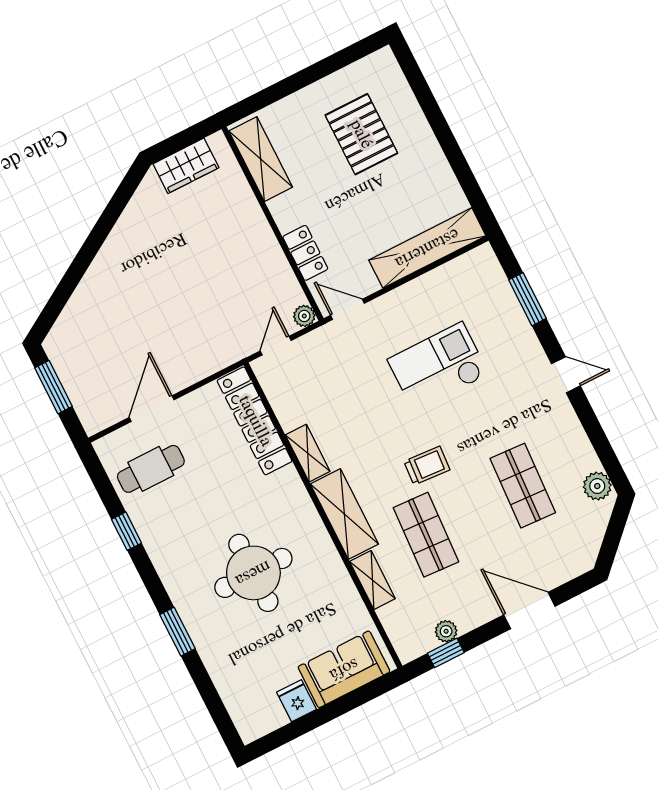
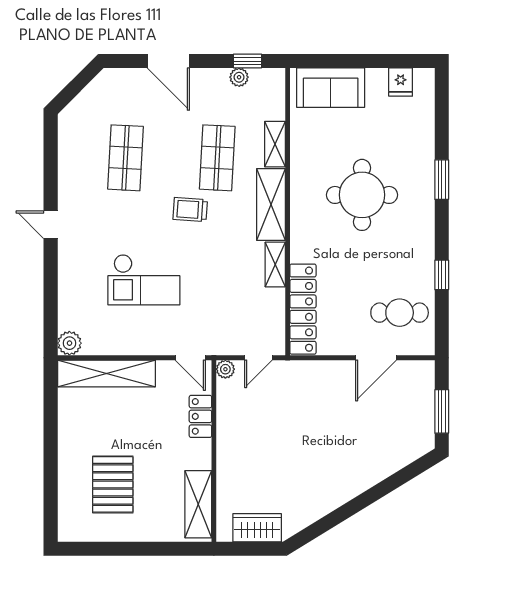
window: (527, 299) -> (51, 297), removed
plant: (597, 486) -> (69, 343), moved
fridge: (297, 701) -> (401, 82), moved

